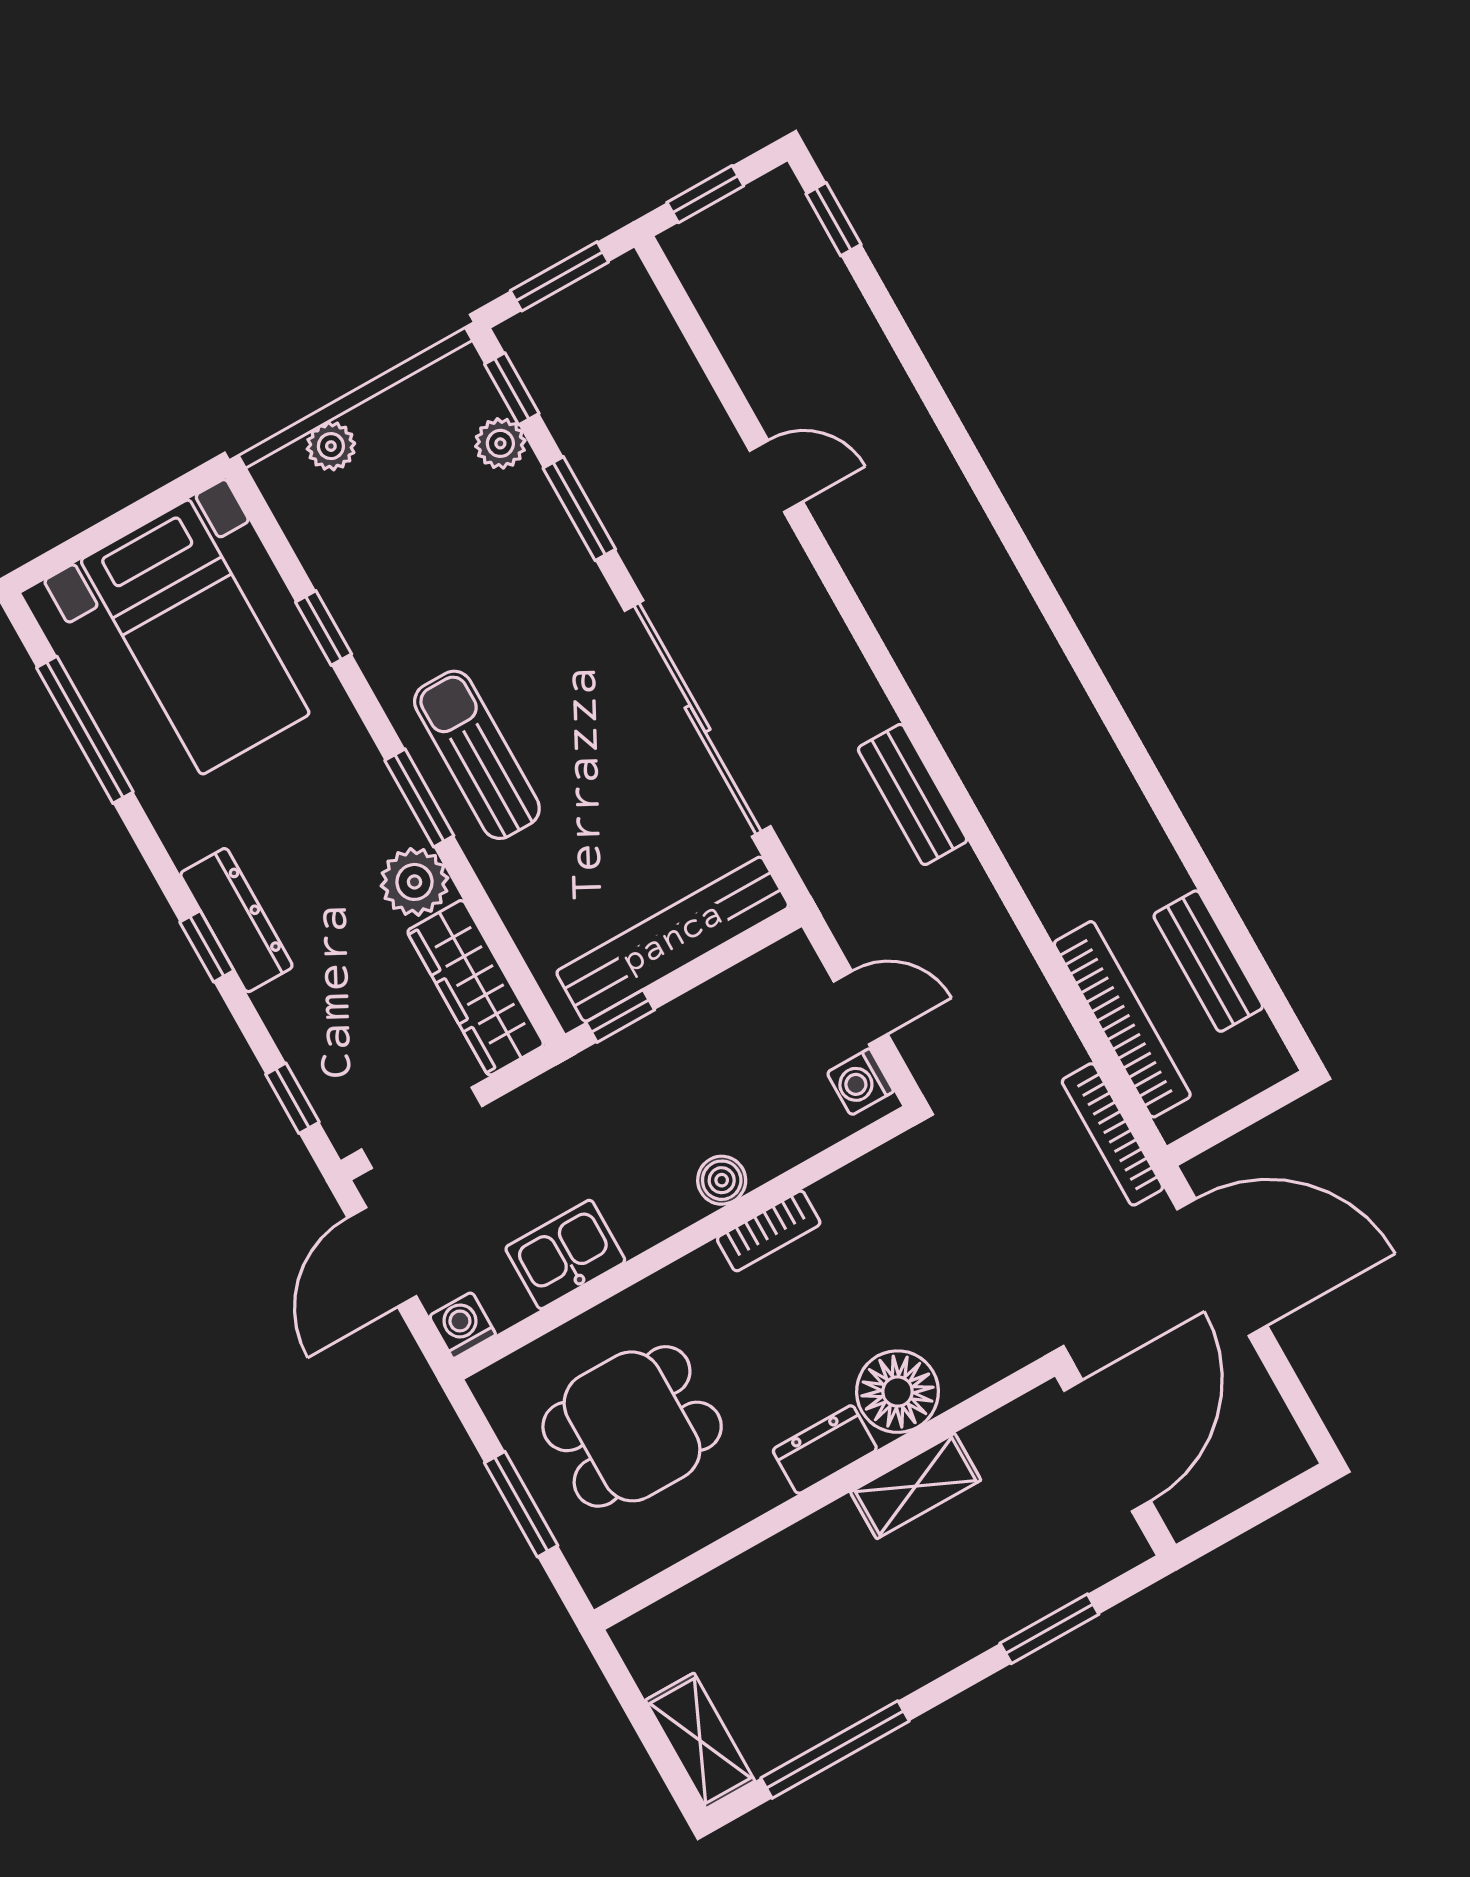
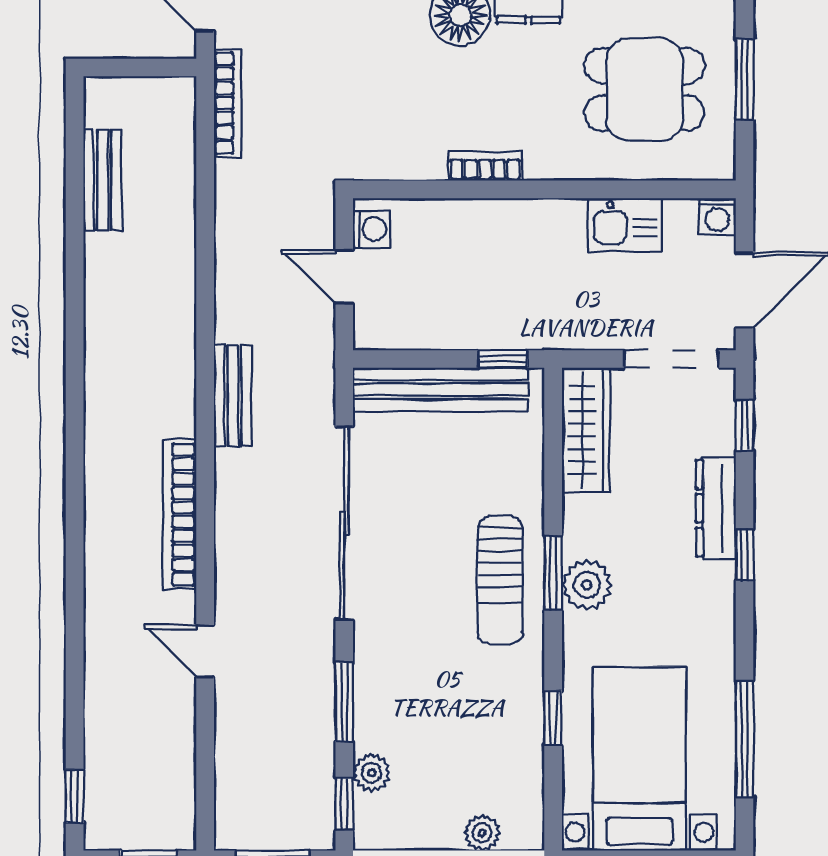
plant: (414, 882) -> (587, 585), moved
dresser: (236, 920) -> (716, 508), moved
bookcase: (1122, 1019) -> (179, 515), moved
boiler: (722, 1180) -> (497, 216), removed

